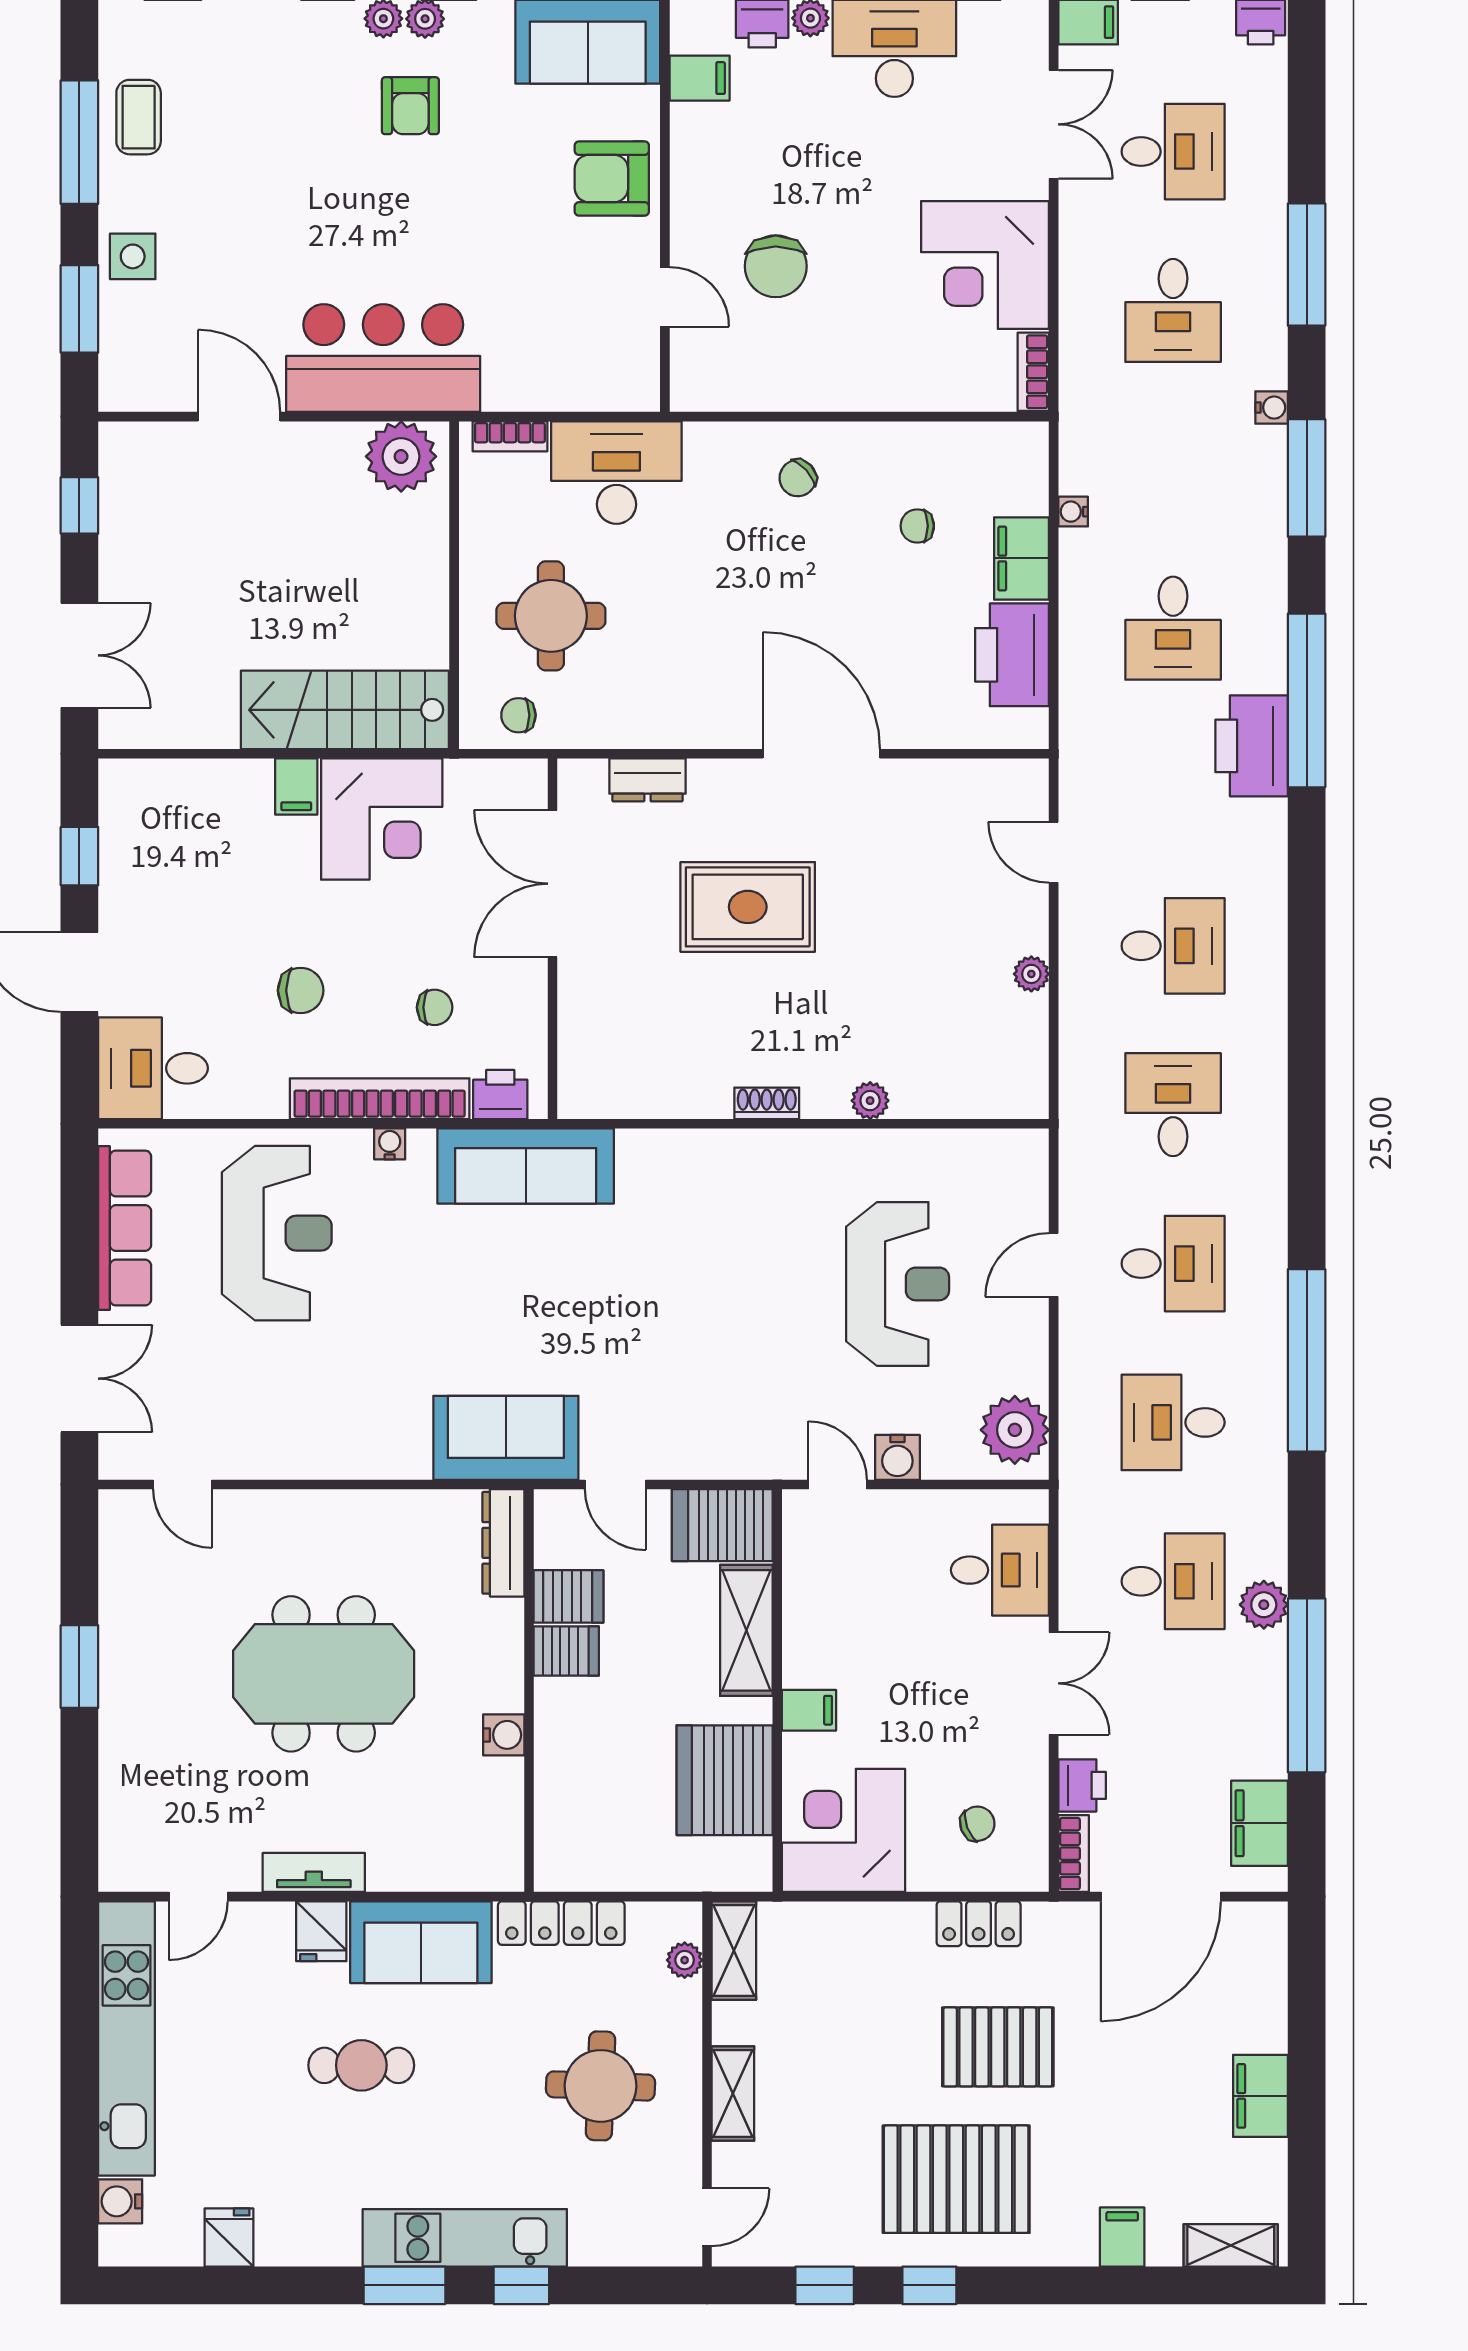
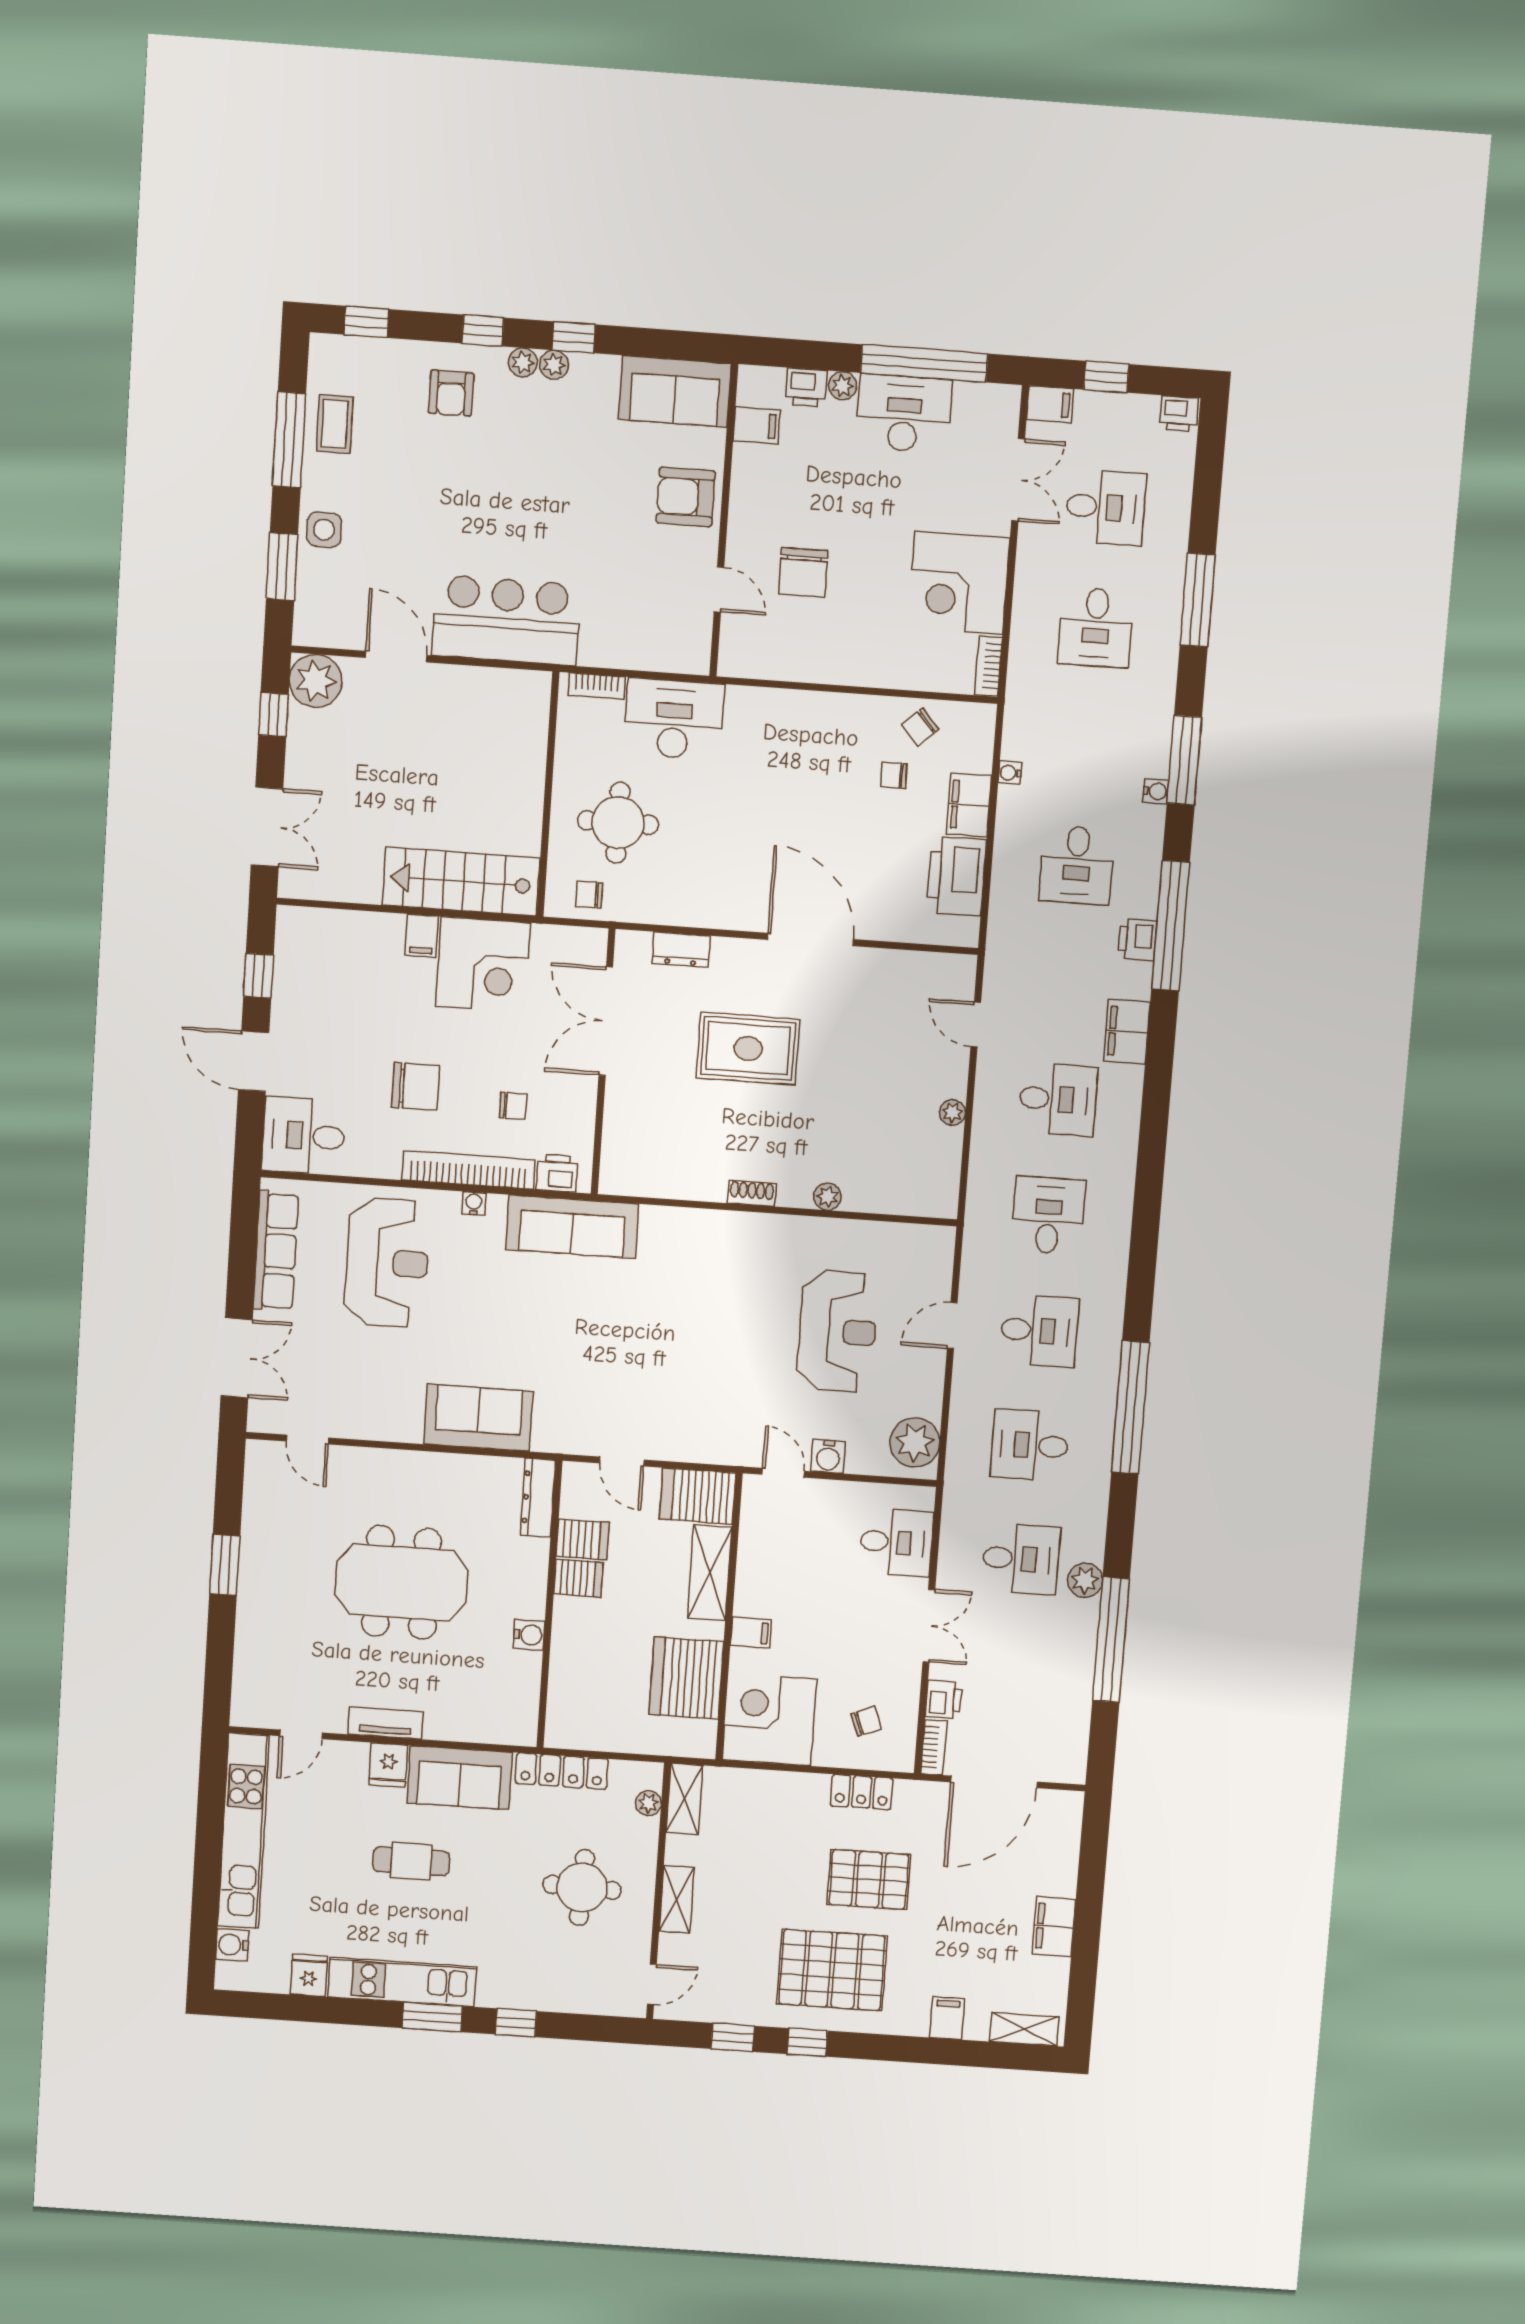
armchair: (410, 106) -> (451, 393), moved
water cooler: (1272, 408) -> (1156, 791), moved
plant: (401, 456) -> (316, 681), moved
chair: (798, 478) -> (920, 727), moved
printer: (1252, 746) -> (1137, 940), width x0.53, depth x0.68
chair: (301, 990) -> (416, 1086), width x1.37, depth x1.37
sofa: (506, 1438) -> (478, 1418), moved
filing cabinet: (1259, 1823) -> (1127, 1032), moved
kitchen unit: (465, 2238) -> (402, 1982), moved

